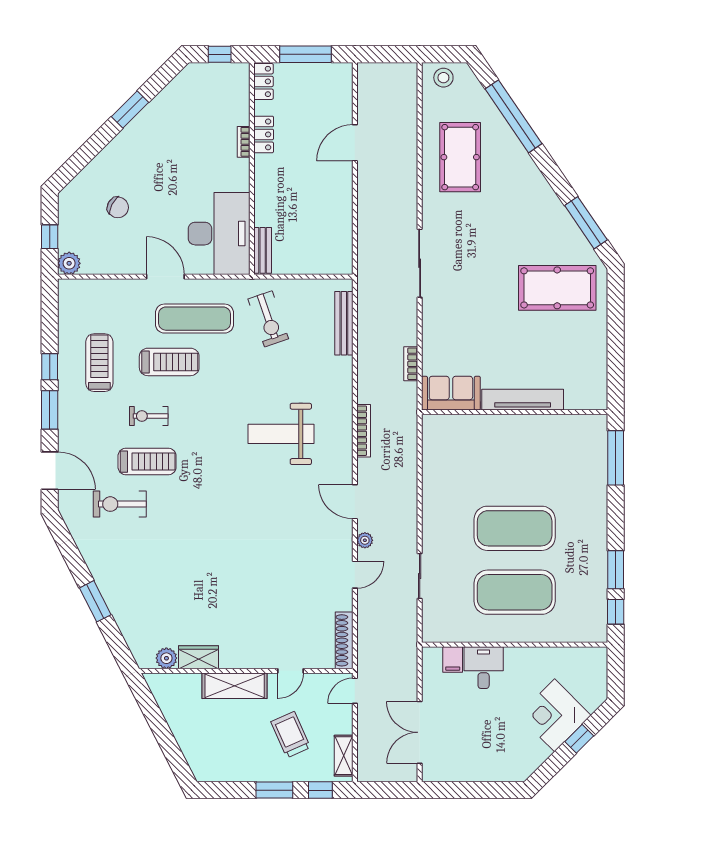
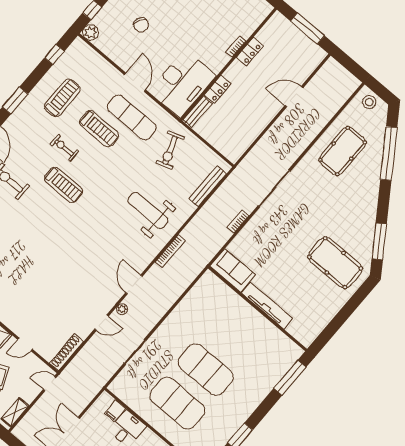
locker: (263, 81) -> (218, 89), moved
bookcase: (411, 364) -> (238, 221), moved
window: (50, 367) -> (54, 54), moved
weight bench: (281, 434) -> (148, 210), moved
treadmill: (147, 462) -> (63, 185), moved

